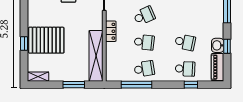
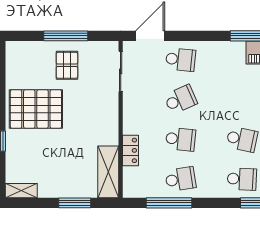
locker: (111, 31) -> (130, 150), moved
pallet: (46, 40) -> (36, 109), moved
shelving: (96, 56) -> (108, 172), width x0.68

